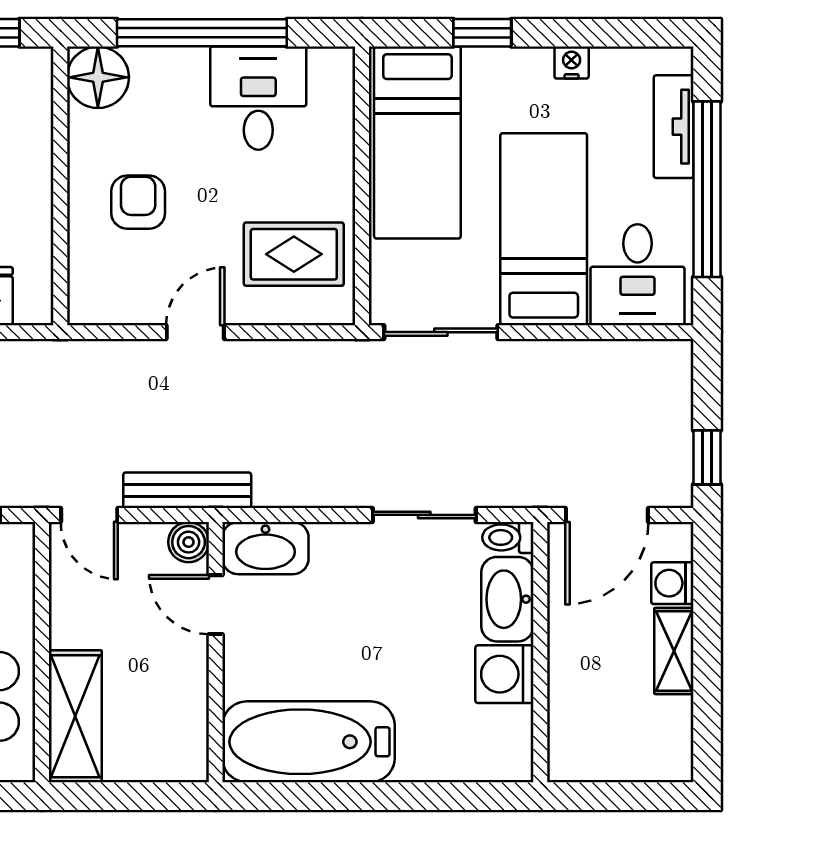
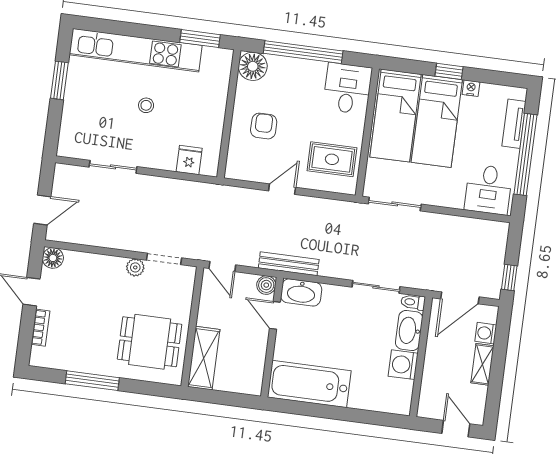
window: (482, 33) -> (449, 71), moved
desk: (258, 98) -> (347, 88), moved
bed: (544, 229) -> (437, 121), moved, turned 180
bench: (187, 490) -> (289, 264), moved
door: (635, 796) -> (456, 429), added

